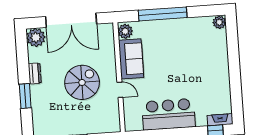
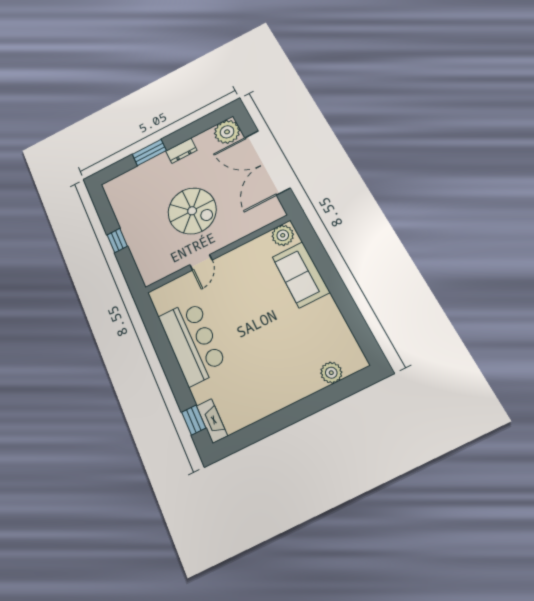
window: (163, 14) -> (330, 275), removed
plant: (219, 22) -> (331, 373), moved
sofa: (131, 59) -> (301, 275), moved, turned 90

